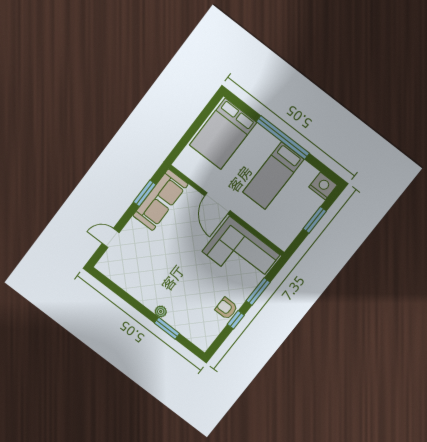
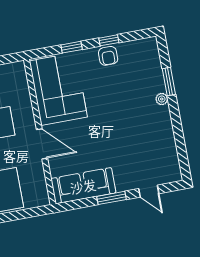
window: (145, 193) -> (112, 198), moved
door: (217, 203) -> (42, 144), hinge flipped
window: (258, 292) -> (72, 47), width x0.67

